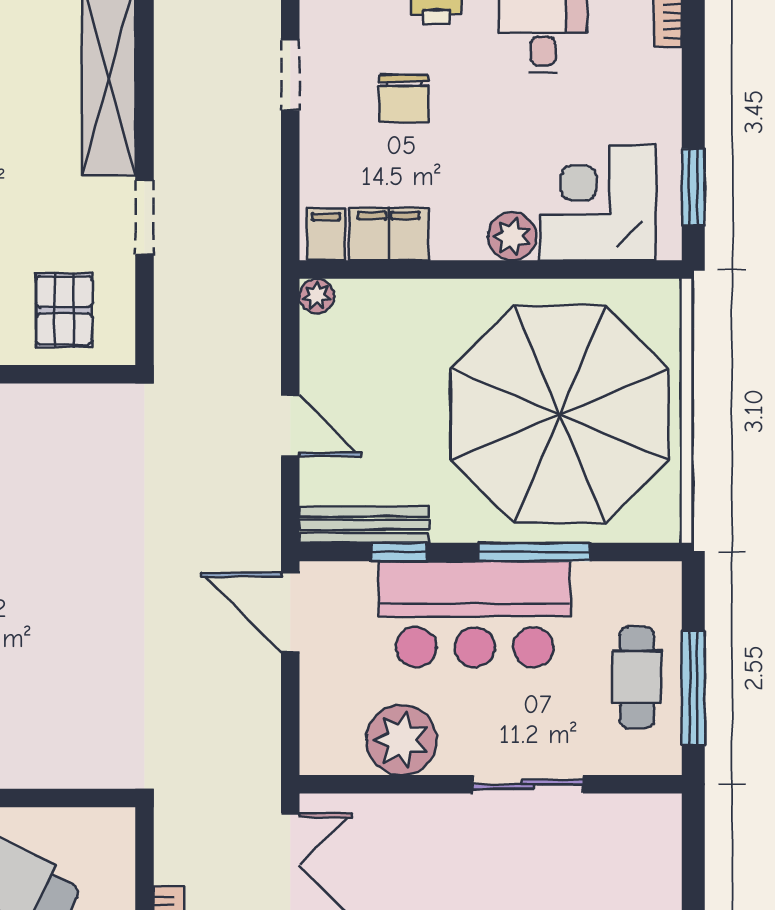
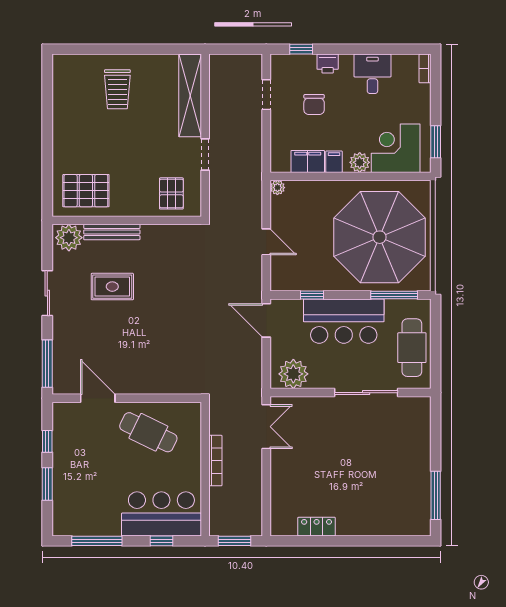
filing cabinet: (326, 235) -> (334, 162), moved
bench: (364, 525) -> (297, 284), removed
window: (534, 552) -> (394, 295), moved
cafe table: (637, 677) -> (412, 348), width x1.37, depth x1.35
window: (693, 688) -> (436, 352), removed
plant: (402, 740) -> (293, 374), moved
sliding door: (528, 784) -> (366, 393), width x1.37

